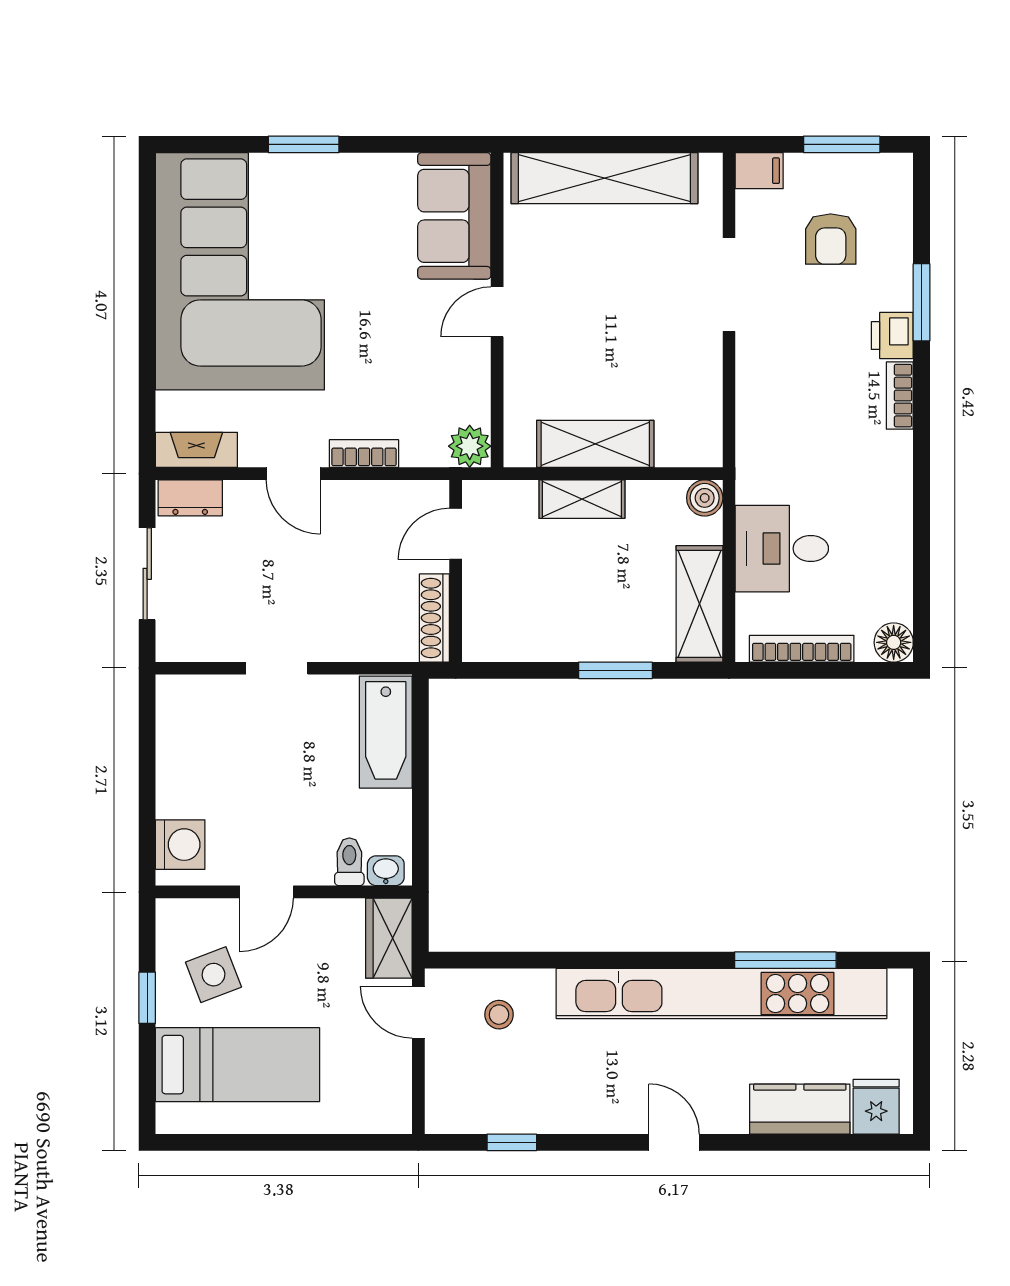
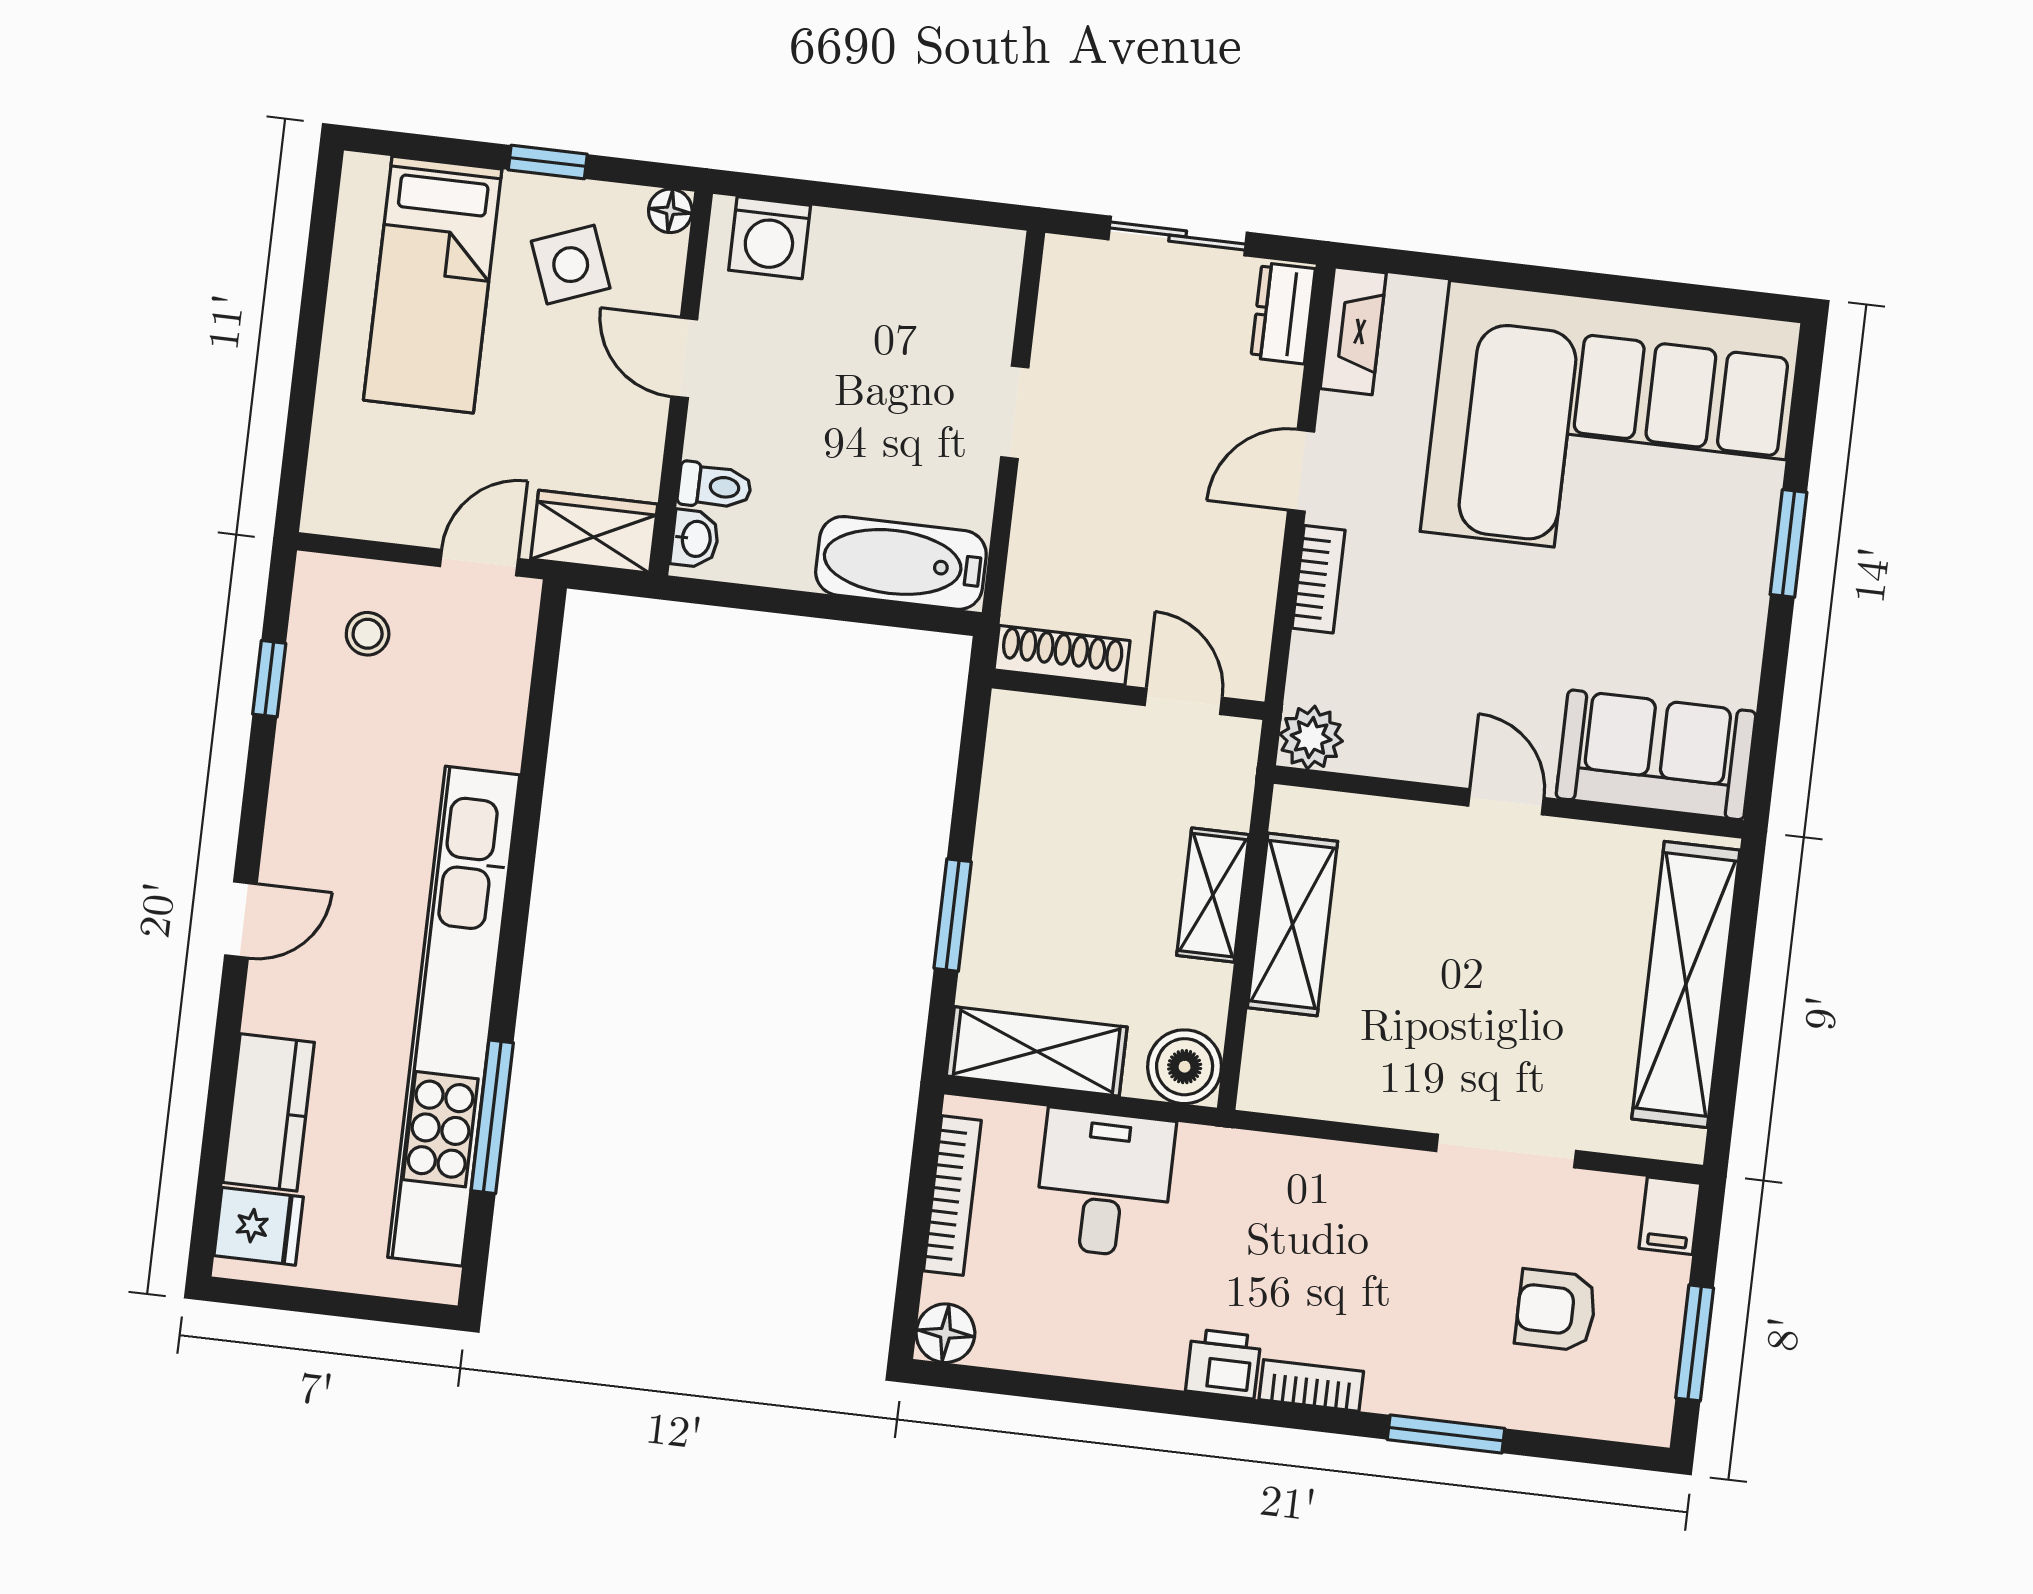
printer: (892, 336) -> (1223, 1364), moved
boiler: (705, 498) -> (1185, 1067), width x1.36, depth x1.36
floor lamp: (170, 913) -> (670, 211), added
stool: (499, 1015) -> (368, 634), moved

